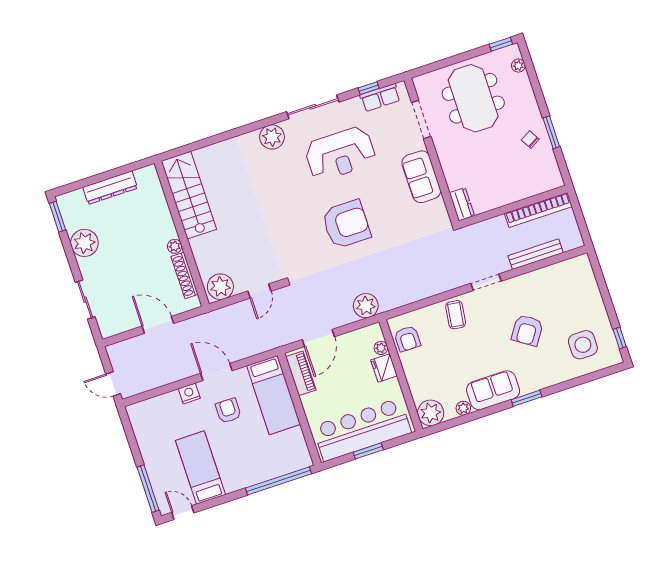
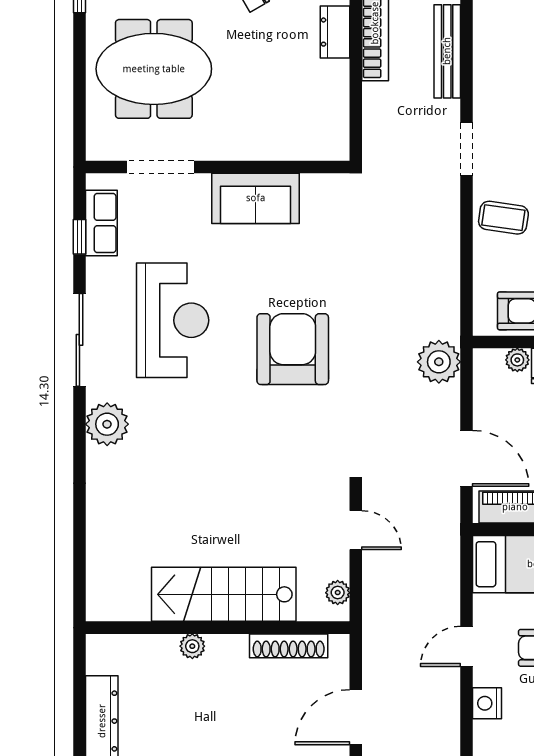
stairs: (189, 195) -> (224, 594), moved
dresser: (462, 204) -> (335, 32), moved, turned -90
plant: (175, 246) -> (192, 646), moved
plant: (220, 287) -> (338, 593), width x0.53, depth x0.53
door: (216, 372) -> (466, 646), width x0.73

